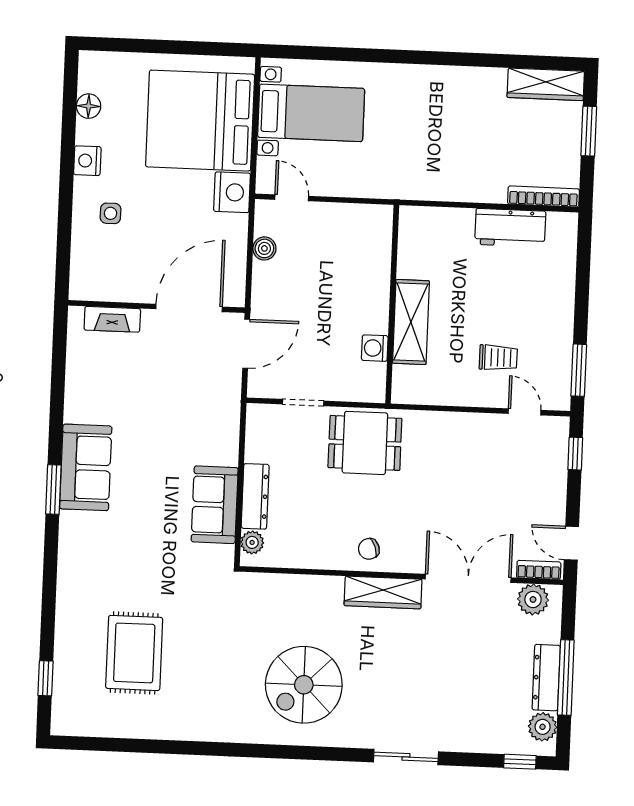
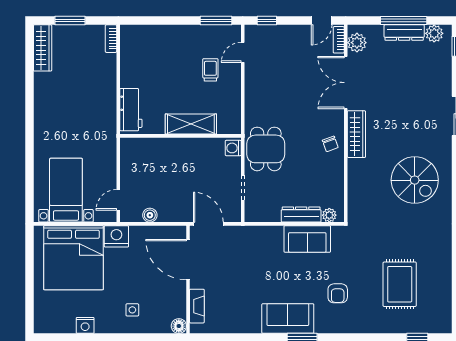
floor lamp: (89, 106) -> (179, 326), moved
nightstand: (87, 161) -> (85, 325), moved
bookcase: (544, 196) -> (111, 39), width x0.64
workbench: (510, 228) -> (131, 110), moved
washing machine: (375, 348) -> (233, 148), moved, turned 90
armchair: (124, 551) -> (338, 293), added
rug: (134, 653) -> (400, 284), turned 90

